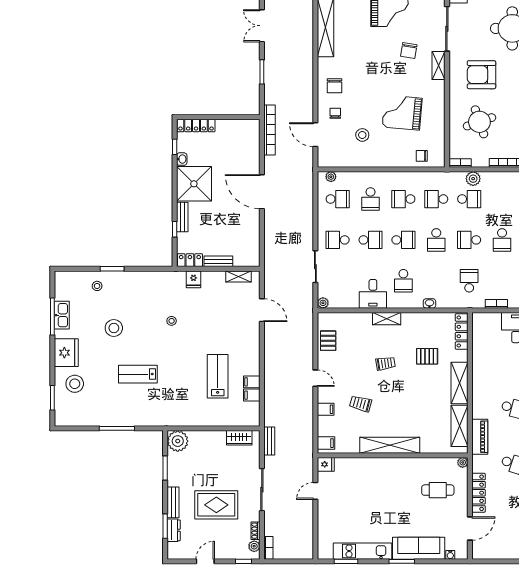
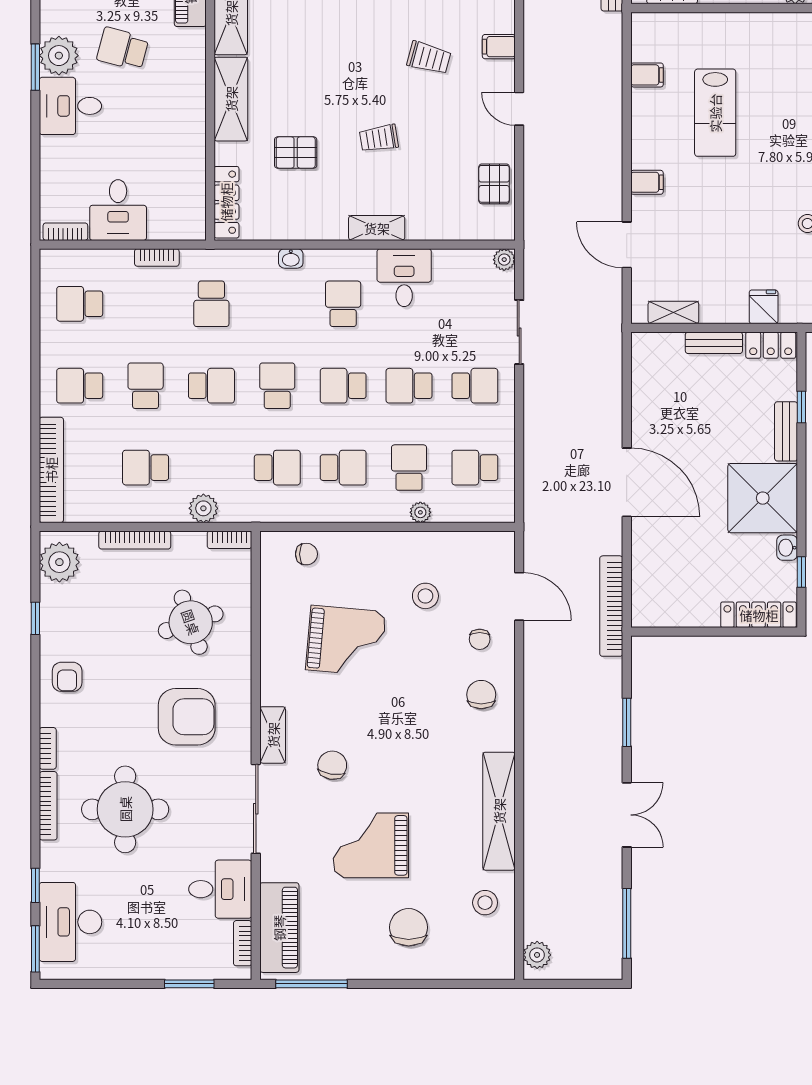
plant: (331, 177) -> (420, 512), moved
school desk: (469, 199) -> (146, 468), moved
filing cabinet: (252, 382) -> (647, 182), moved

